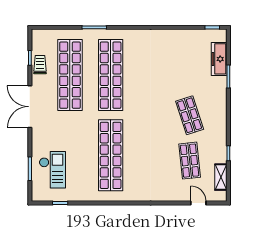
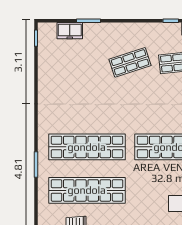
freezer: (219, 59) -> (70, 31), width x0.71

